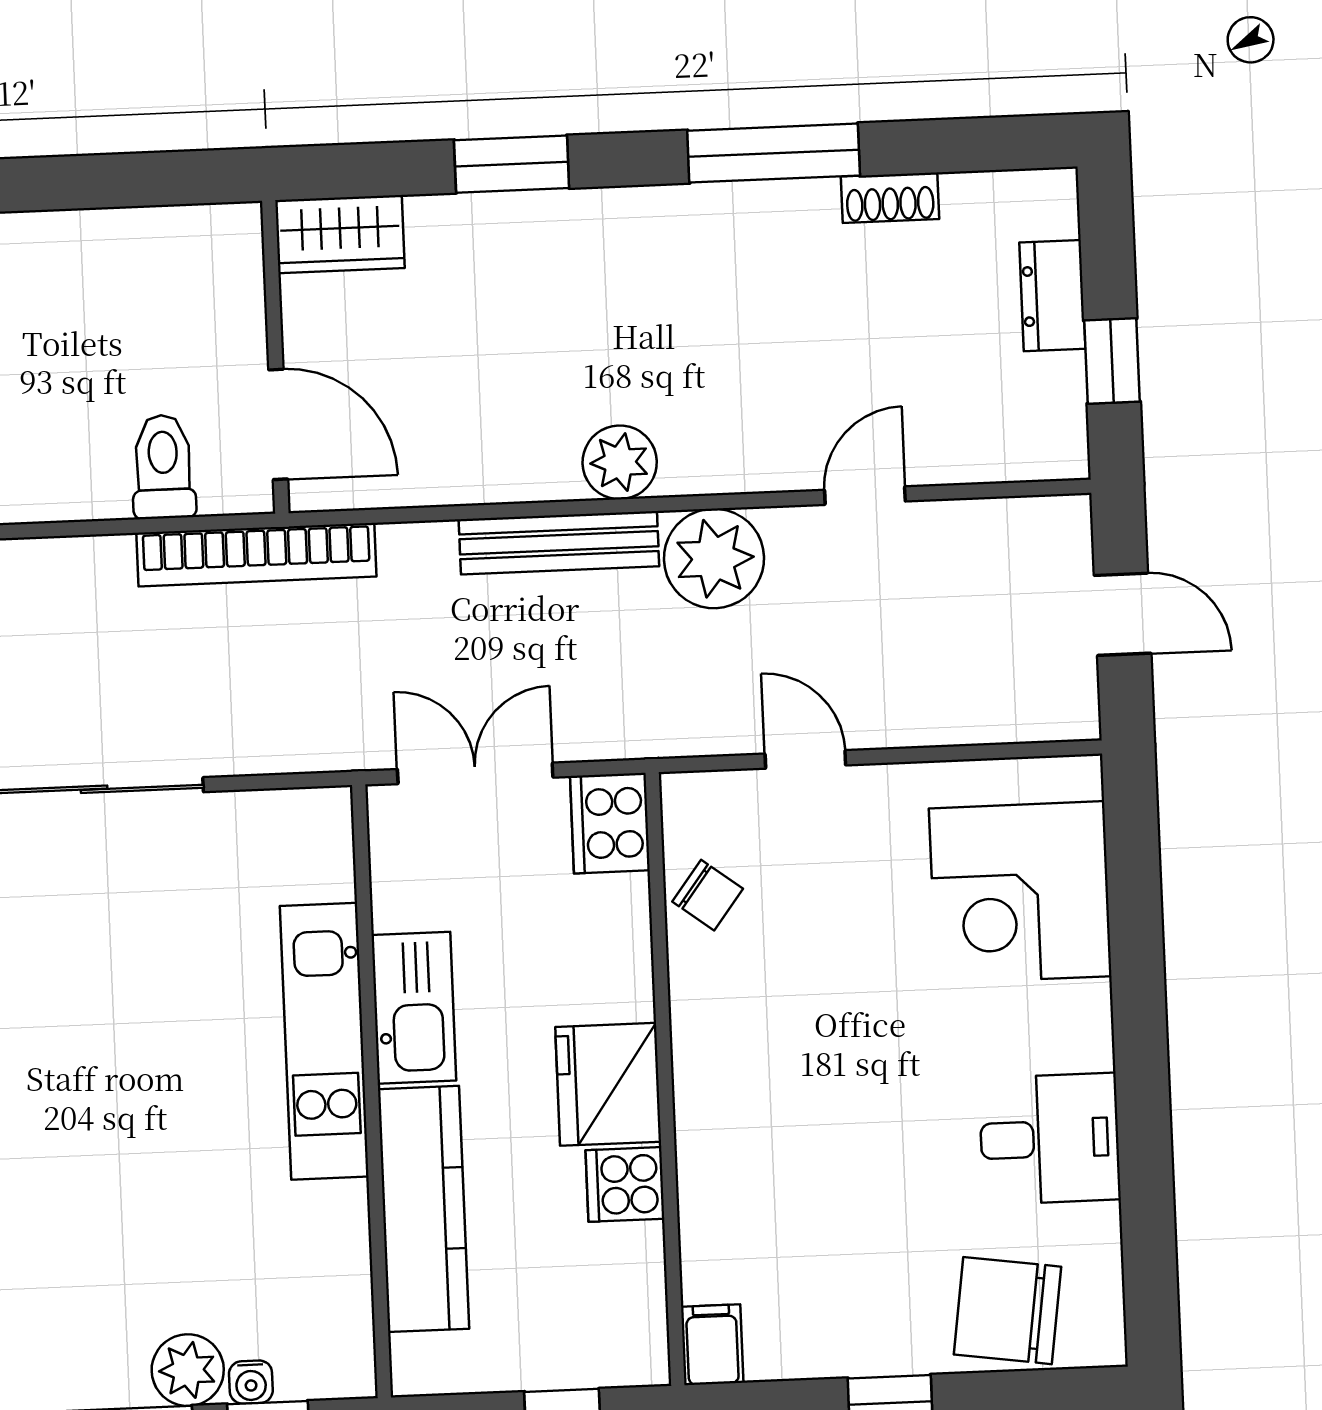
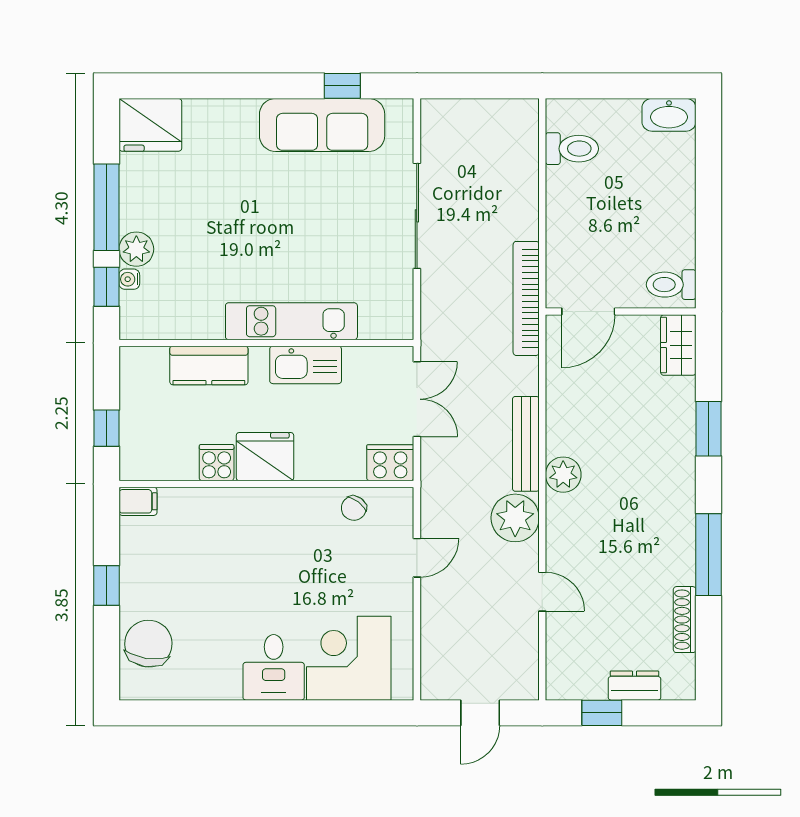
shoe rack: (890, 198) -> (685, 620), width x1.43
toilet: (163, 467) -> (671, 285), moved, turned 180
desk: (1050, 1139) -> (274, 667), moved
kitchen counter: (424, 1209) -> (209, 366), width x0.67

